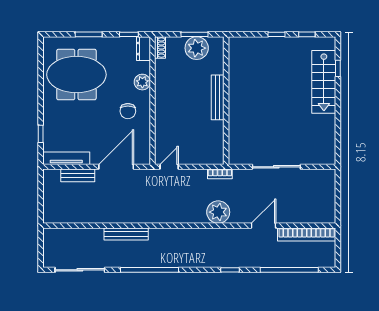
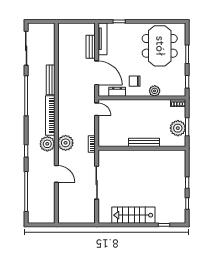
dresser: (144, 49) -> (117, 92), moved
stairs: (324, 82) -> (133, 215), moved
bookcase: (307, 234) -> (50, 116), moved
plant: (220, 239) -> (47, 144), added

